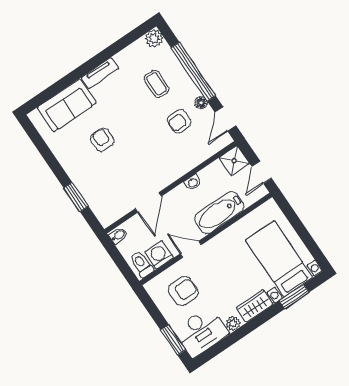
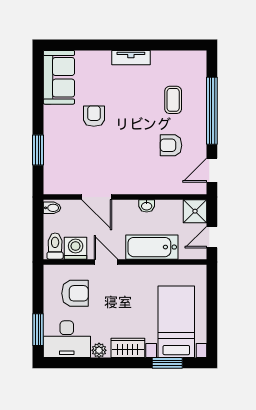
plant: (154, 38) -> (198, 59), removed
floor lamp: (201, 103) -> (200, 142), removed
sofa: (67, 105) -> (59, 77), moved, turned -90
door: (148, 202) -> (97, 197), hinge flipped

